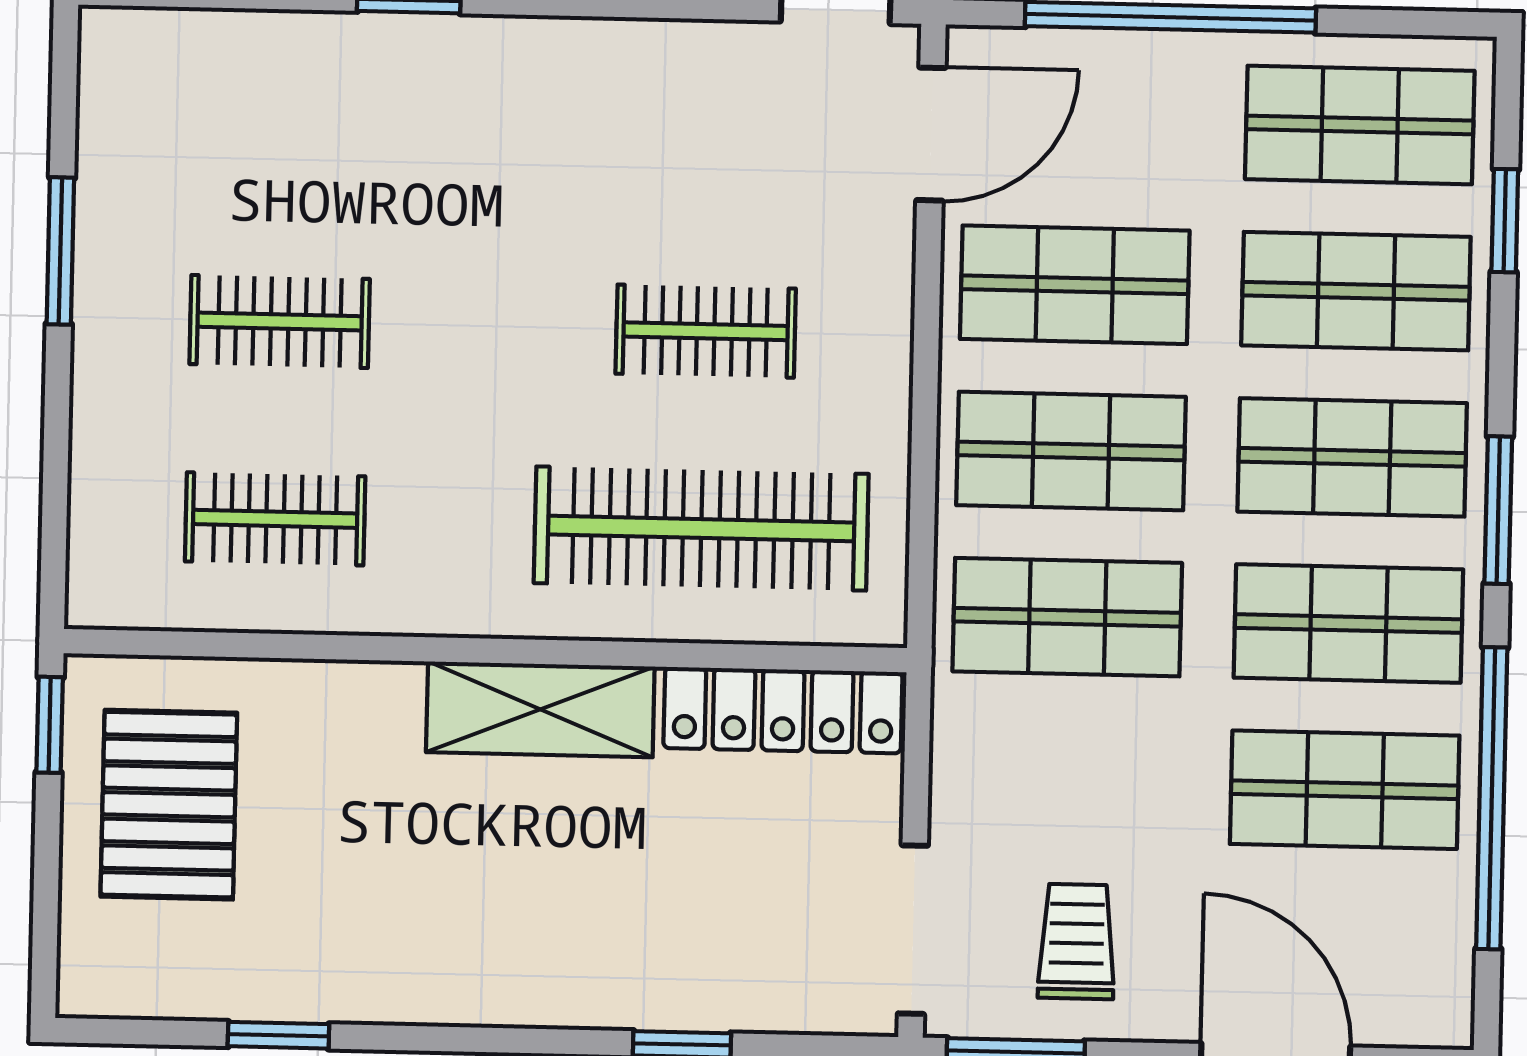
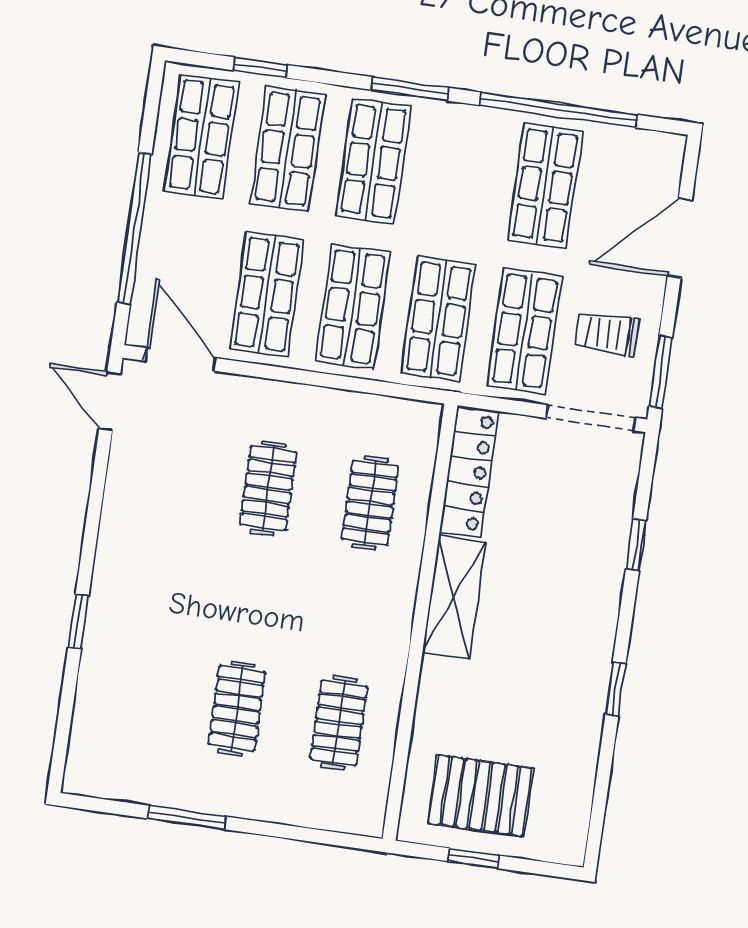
clothes rail: (701, 529) -> (370, 503), width x0.54, depth x0.76
shop shelf: (1348, 624) -> (524, 331), moved
window: (50, 725) -> (474, 858), moved
window: (278, 1035) -> (616, 689), moved

